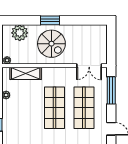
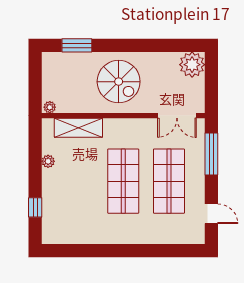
window: (50, 20) -> (77, 45), moved
plant: (20, 33) -> (192, 65), moved

